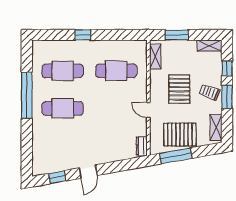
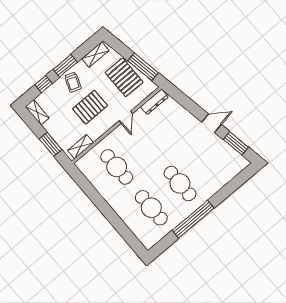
window: (83, 35) -> (111, 216), removed
dresser: (142, 146) -> (154, 102), width x1.44
window: (57, 177) -> (236, 143), width x1.50

